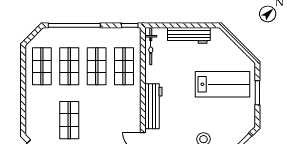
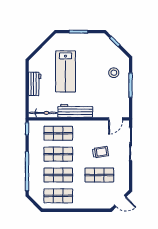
workbench: (189, 35) -> (35, 84), width x0.73
lab bench: (222, 84) -> (66, 71), moved, turned 180
workbench: (153, 106) -> (75, 111), moved
trolley: (99, 122) -> (100, 152), added

